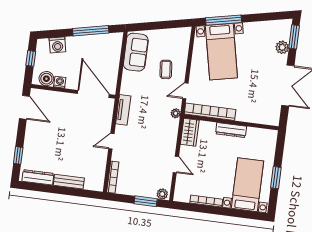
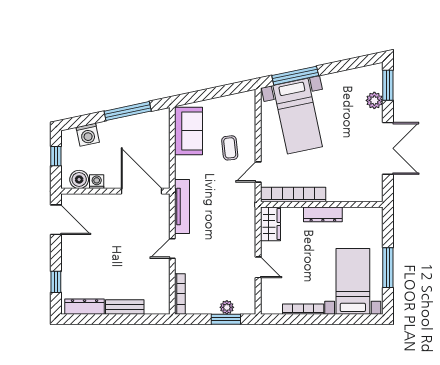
tv unit: (123, 110) -> (182, 207), width x1.41
plant: (176, 113) -> (250, 202), removed
window: (276, 178) -> (388, 268), width x1.44
plant: (162, 194) -> (227, 307), moved

